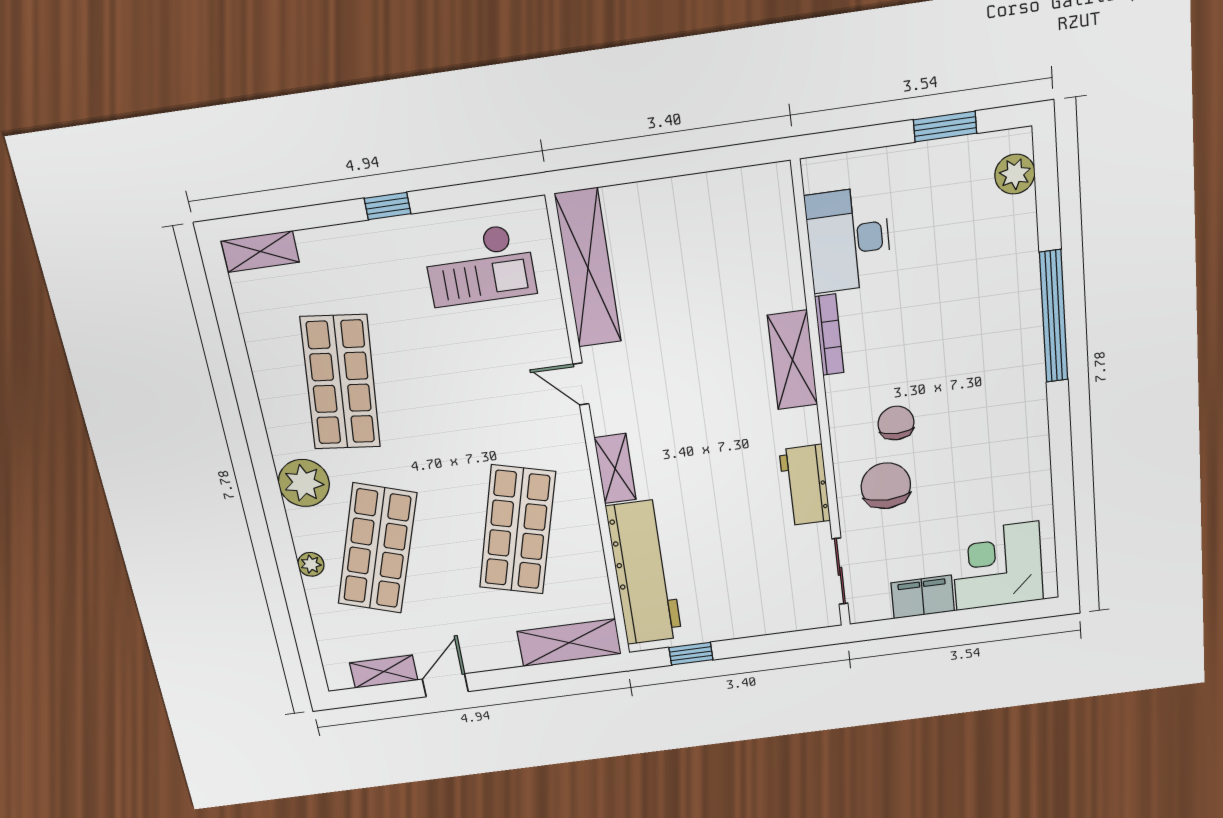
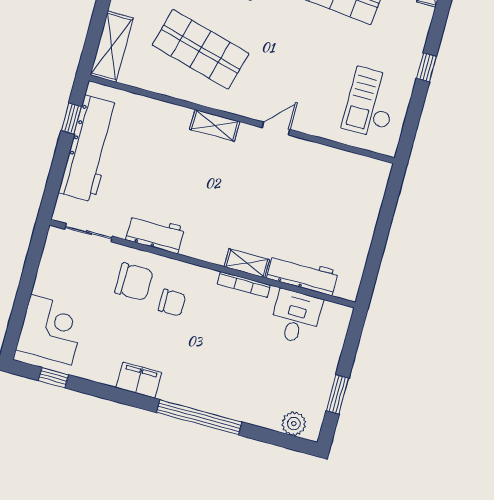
desk: (848, 240) -> (296, 317), width x0.73
workbench: (780, 257) -> (302, 275), added
shelving: (588, 268) -> (343, 163), removed
shelving: (793, 360) -> (247, 263), width x0.67, depth x0.75
window: (1065, 536) -> (53, 378), added
workbench: (644, 573) -> (89, 149), moved, turned -90
filing cabinet: (923, 597) -> (139, 380), moved, turned -90

